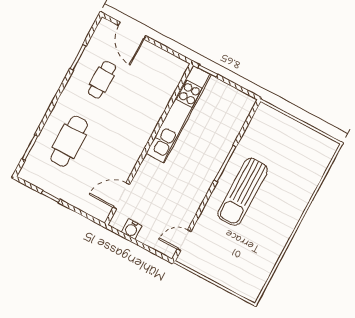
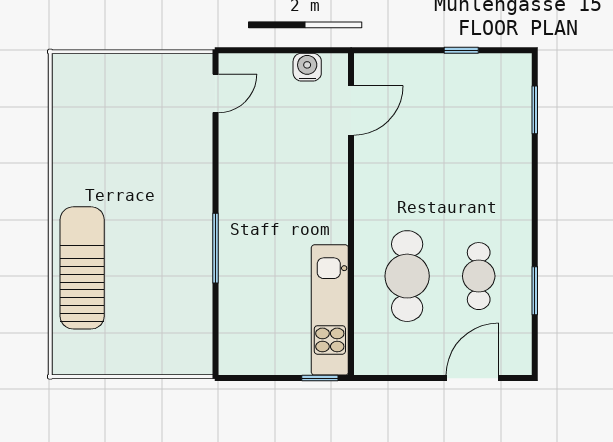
door: (132, 31) -> (472, 378), hinge flipped
kitchen unit: (179, 114) -> (330, 310), width x0.73
cafe table: (69, 141) -> (407, 276), moved
sun lounger: (243, 192) -> (82, 268), moved

